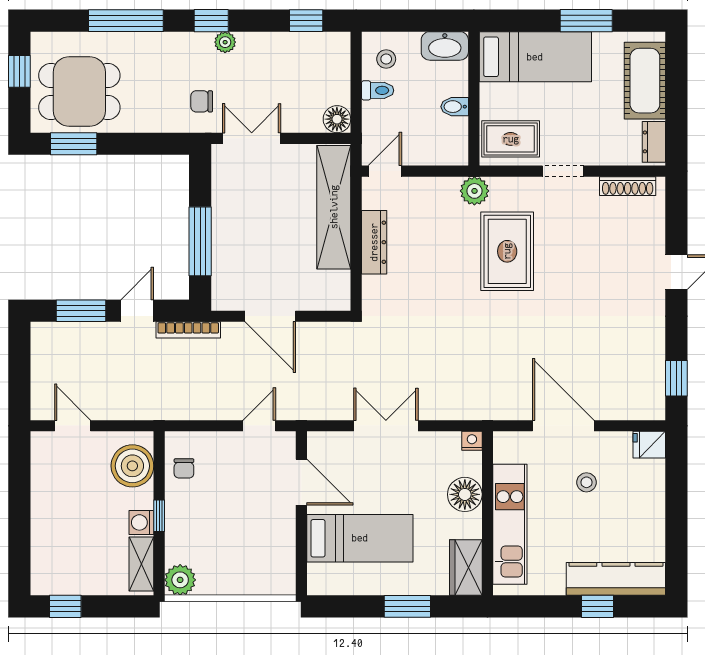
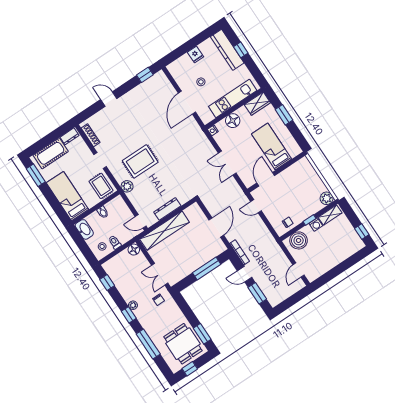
window: (586, 21) -> (36, 175), moved
fridge: (649, 445) -> (196, 55), moved

